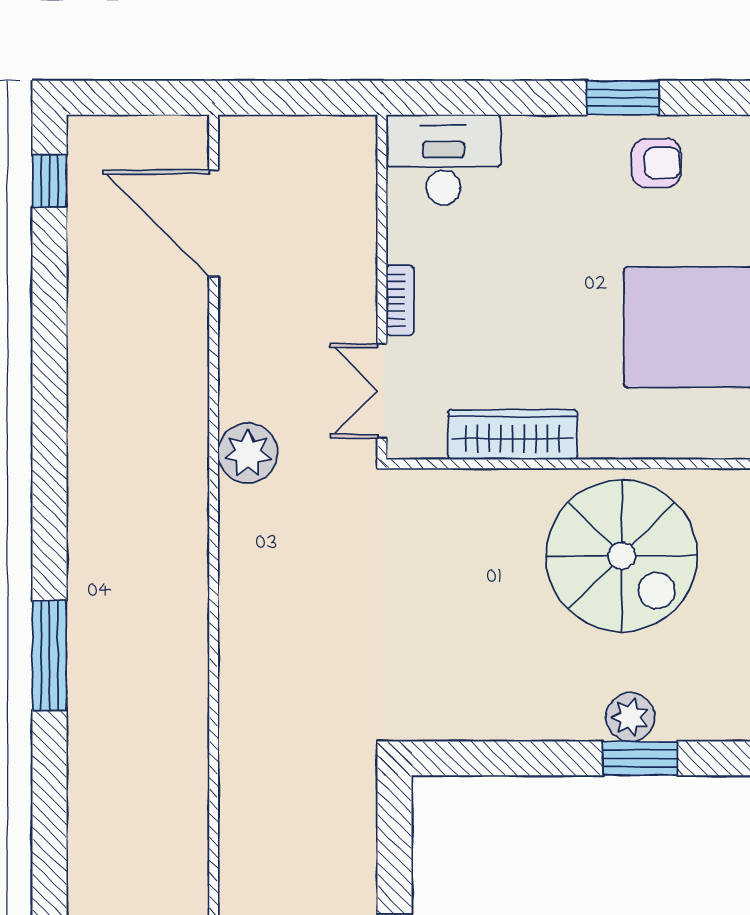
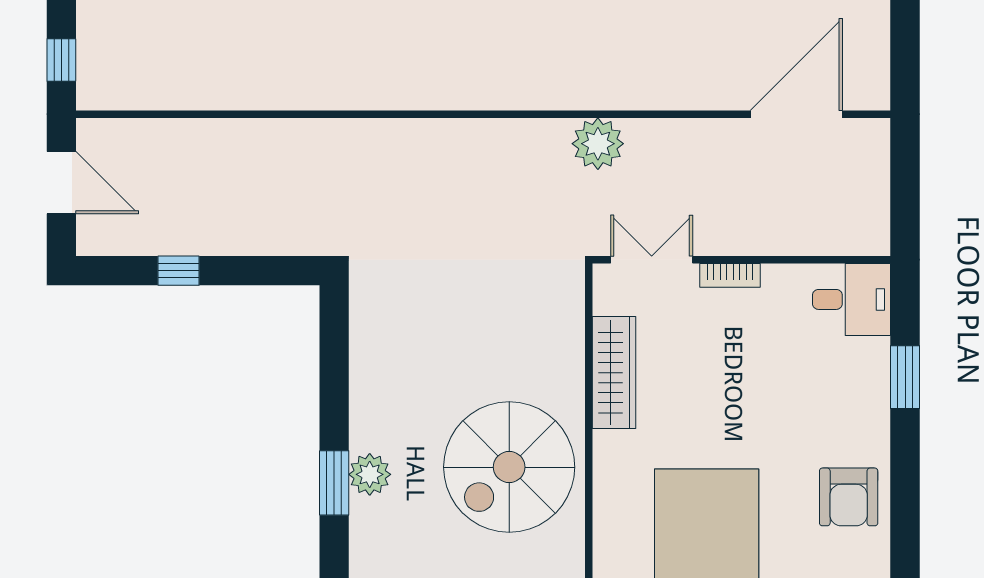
window: (623, 98) -> (905, 377), moved
desk: (443, 160) -> (852, 299), width x0.73
armchair: (656, 163) -> (849, 497), width x1.38, depth x1.38

